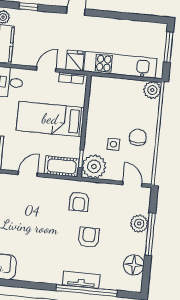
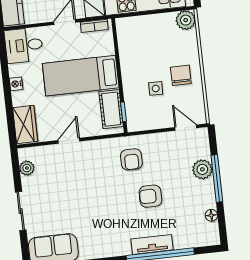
cot: (62, 166) -> (111, 109), moved, turned 90
plant: (94, 166) -> (140, 117), removed
armchair: (89, 237) -> (150, 196), turned -90
floor lamp: (134, 265) -> (211, 215), width x0.53, depth x0.53

